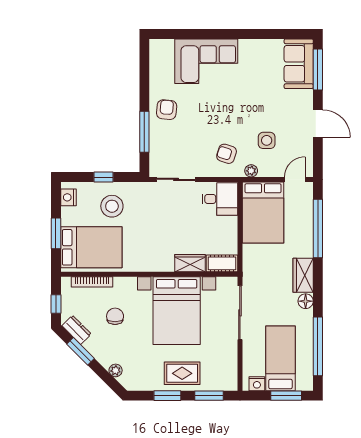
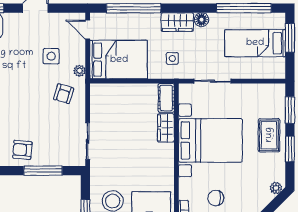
desk: (220, 199) -> (106, 100), removed
side table: (264, 270) -> (172, 58), added
sliding door: (240, 313) -> (212, 81), width x0.73
plant: (116, 370) -> (276, 188), moved
nightstand: (257, 384) -> (279, 65), removed

